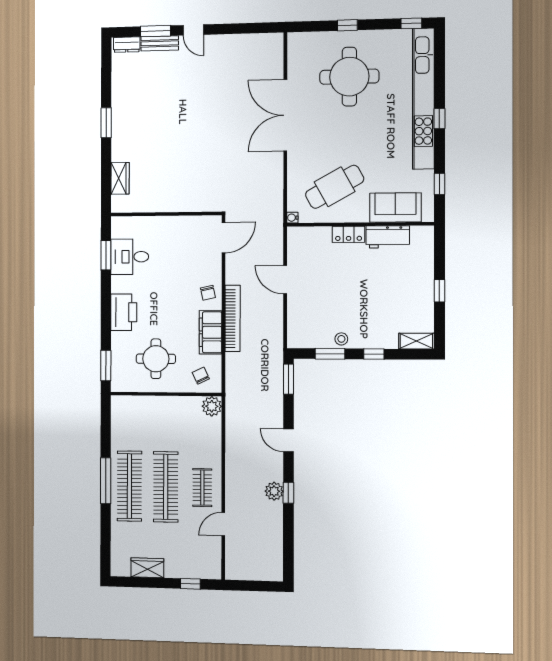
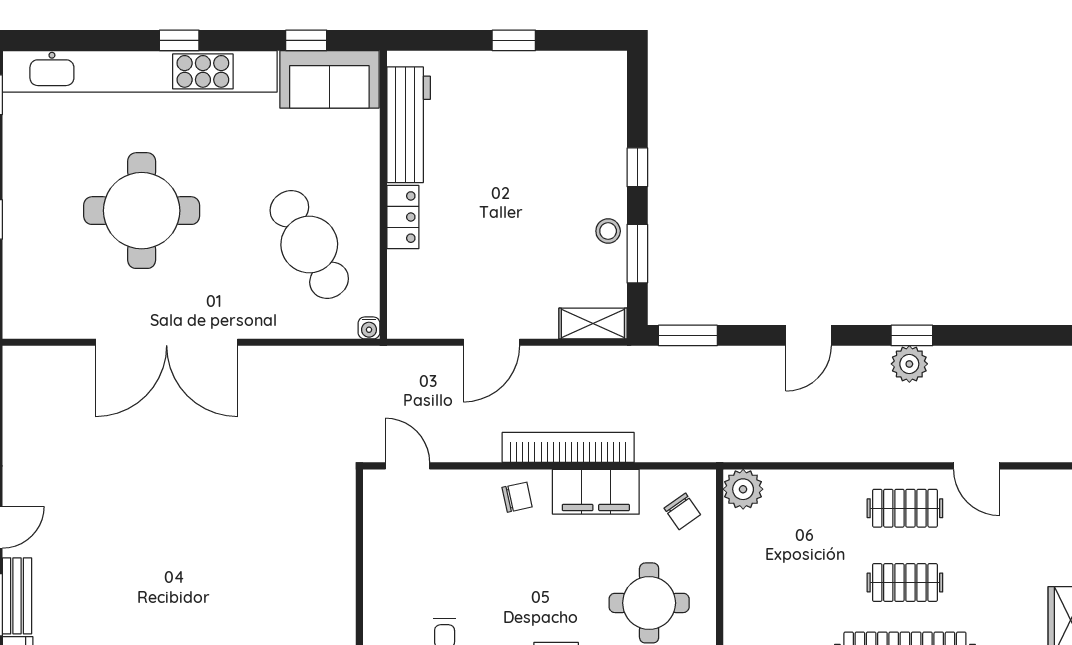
round table: (349, 77) -> (142, 211), moved
sofa: (395, 208) -> (329, 79), moved, turned -90
workbench: (388, 237) -> (409, 125), width x1.38
door: (224, 238) -> (407, 466), width x0.73
shelving: (416, 341) -> (593, 324), moved, turned 90
chair: (201, 376) -> (682, 511), turned -100
clothes rail: (166, 487) -> (905, 582), width x0.54, depth x0.76

